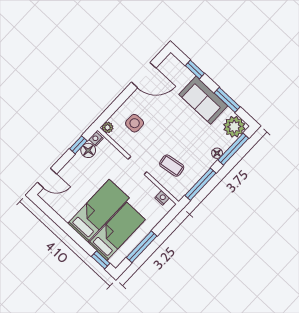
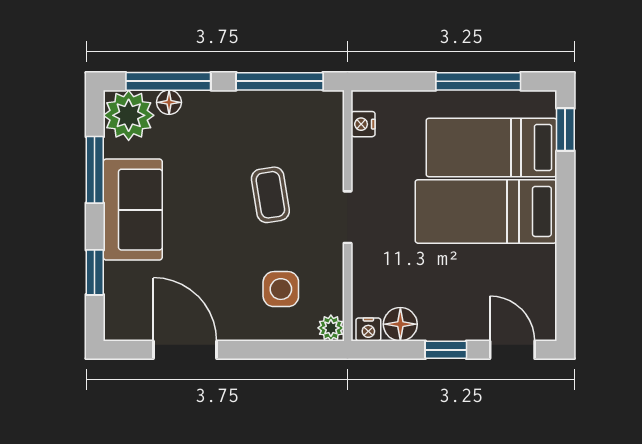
window: (78, 145) -> (446, 350), moved
floor lamp: (217, 153) -> (169, 102), moved
coffee table: (172, 166) -> (270, 195), moved

